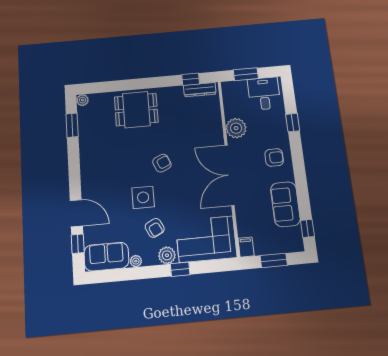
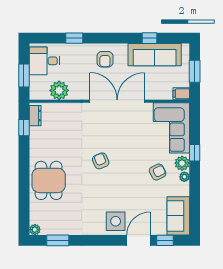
dresser: (200, 90) -> (35, 116), width x0.70
plant: (236, 128) -> (59, 90), moved
armchair: (274, 157) -> (105, 59), turned 180
double door: (229, 175) -> (117, 101), swing flipped
side table: (143, 197) -> (116, 221), moved
sofa: (285, 204) -> (155, 55), width x1.36
window: (307, 228) -> (150, 38), moved
plant: (136, 261) -> (184, 177), moved

